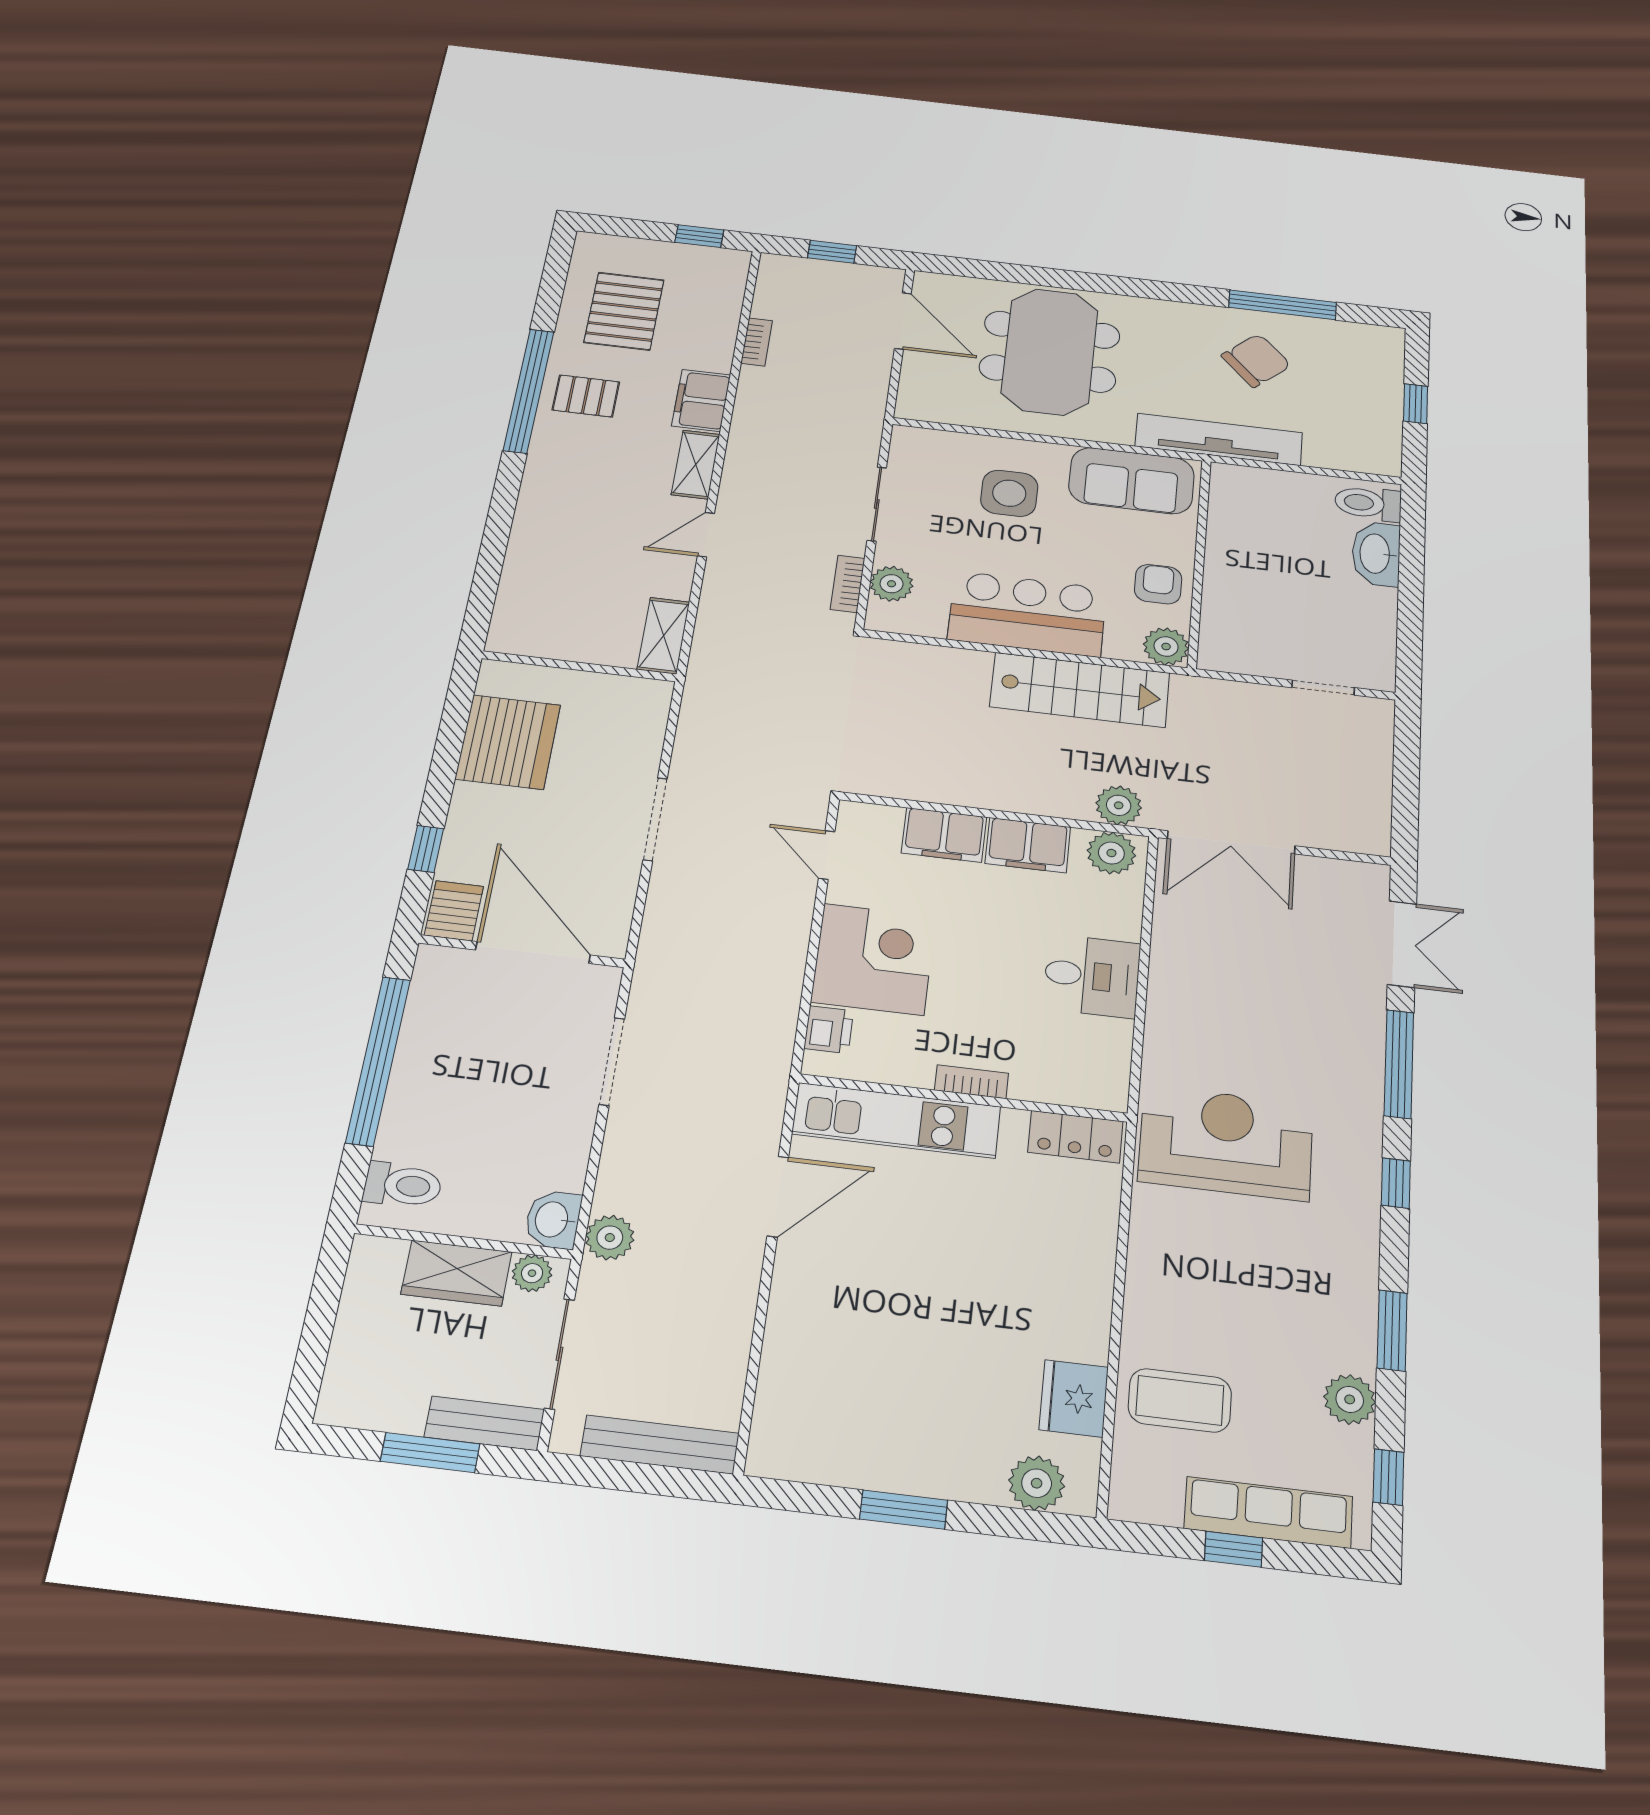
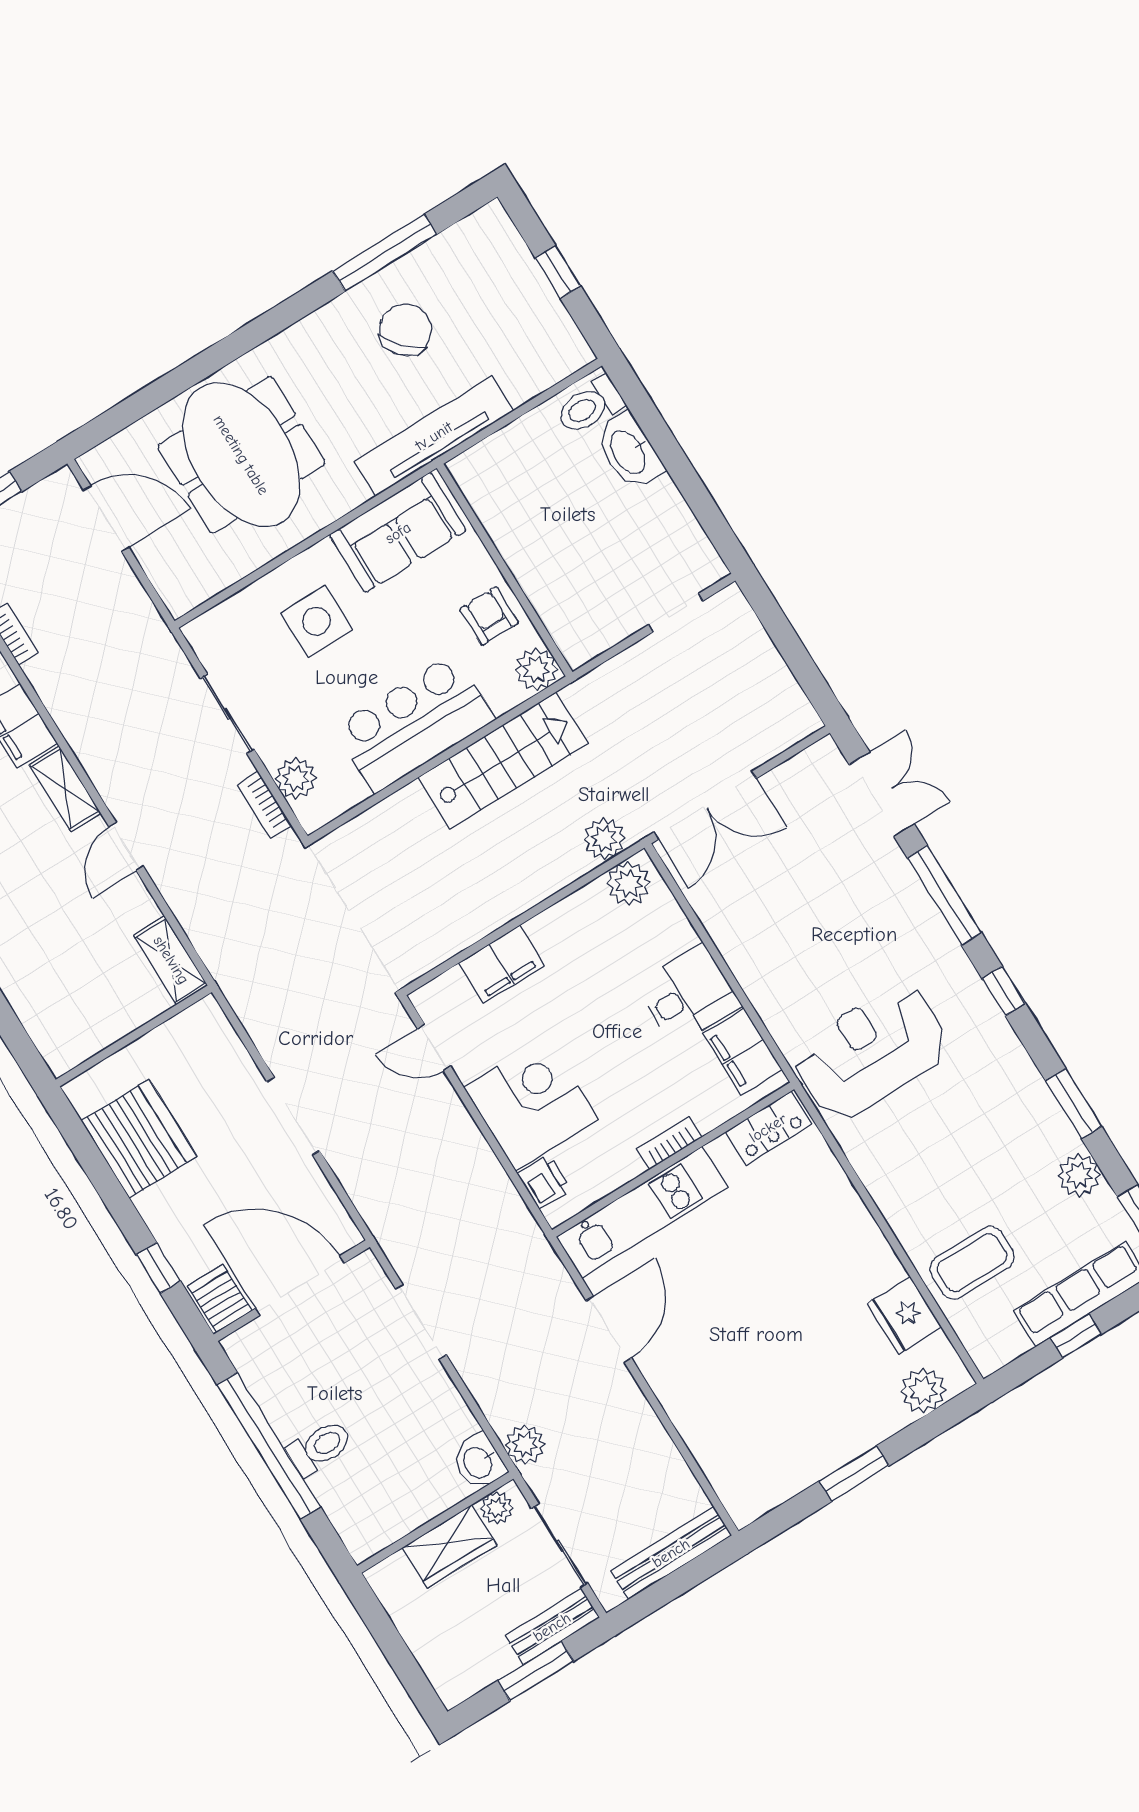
filing cabinet: (1028, 845) -> (743, 1052), moved, turned 90
toilet: (403, 1185) -> (320, 1447), moved

